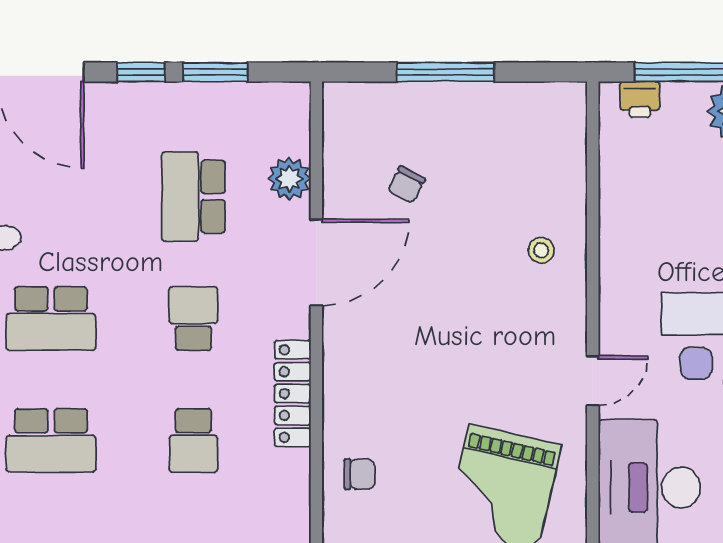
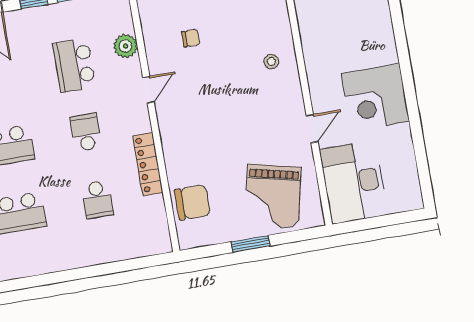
chair: (406, 185) -> (191, 38), turned -118
door: (316, 263) -> (148, 90), width x0.53
chair: (359, 474) -> (192, 202), width x1.87, depth x1.87

